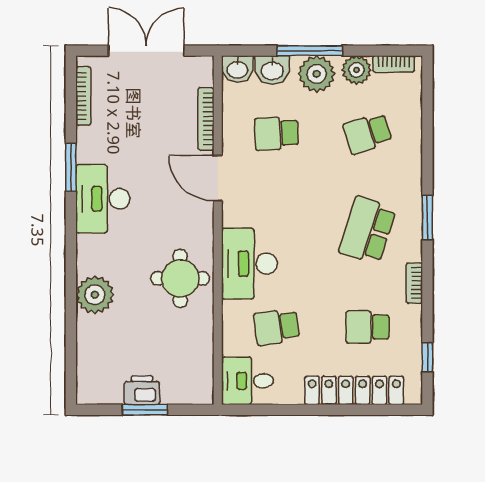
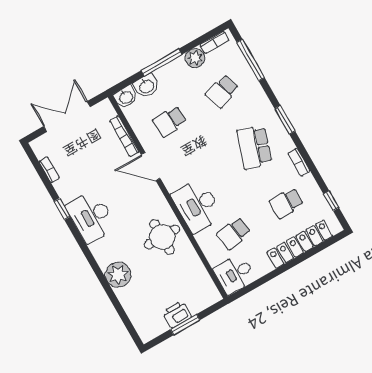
plant: (317, 74) -> (173, 74), removed
bookcase: (83, 96) -> (49, 170), width x0.64
window: (427, 114) -> (251, 60), added
window: (71, 167) -> (62, 209), width x0.67

